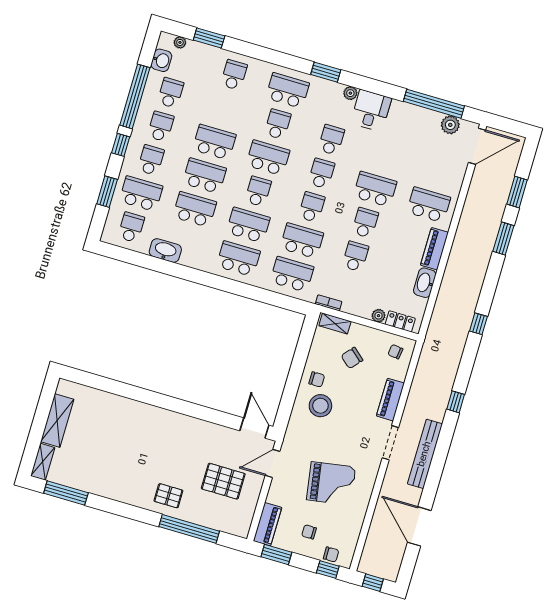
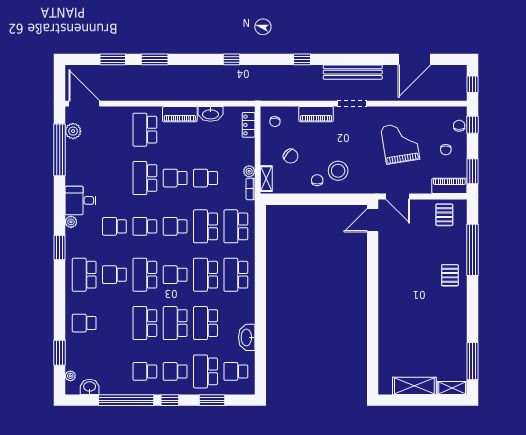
school desk: (171, 93) -> (114, 371), removed
plant: (379, 316) -> (249, 171), moved
pallet: (223, 481) -> (444, 215), moved, width x0.67, depth x0.71

